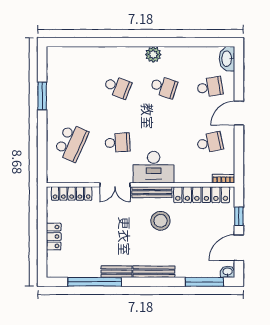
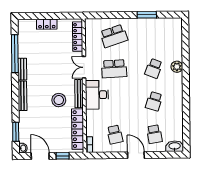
plant: (153, 54) -> (177, 67), moved
school desk: (71, 143) -> (114, 36), turned -42
school desk: (117, 143) -> (114, 69), width x1.85
window: (205, 282) -> (16, 132), width x0.69

